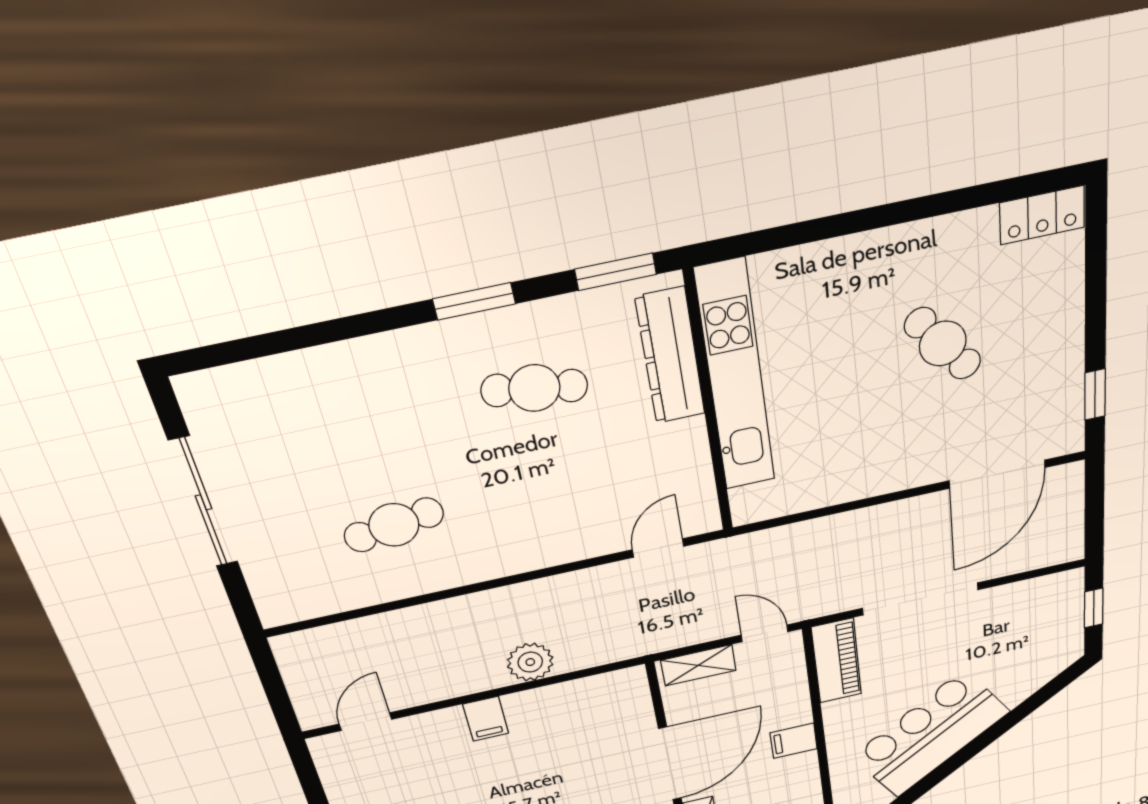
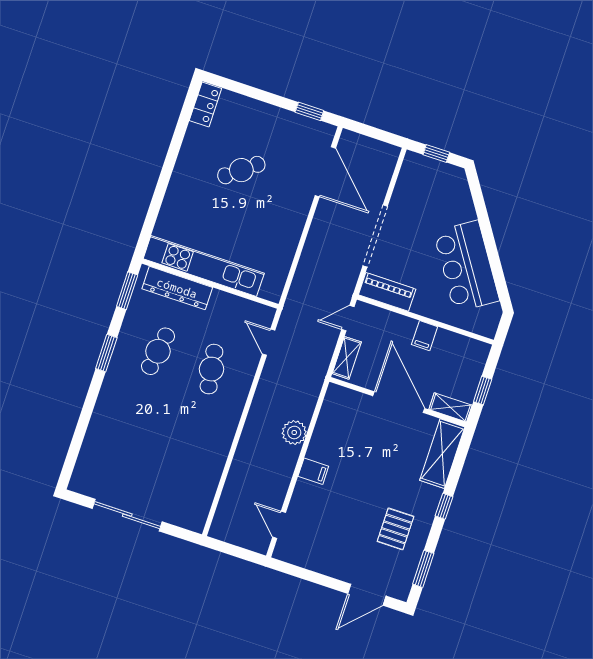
cafe table: (394, 525) -> (211, 369), moved

